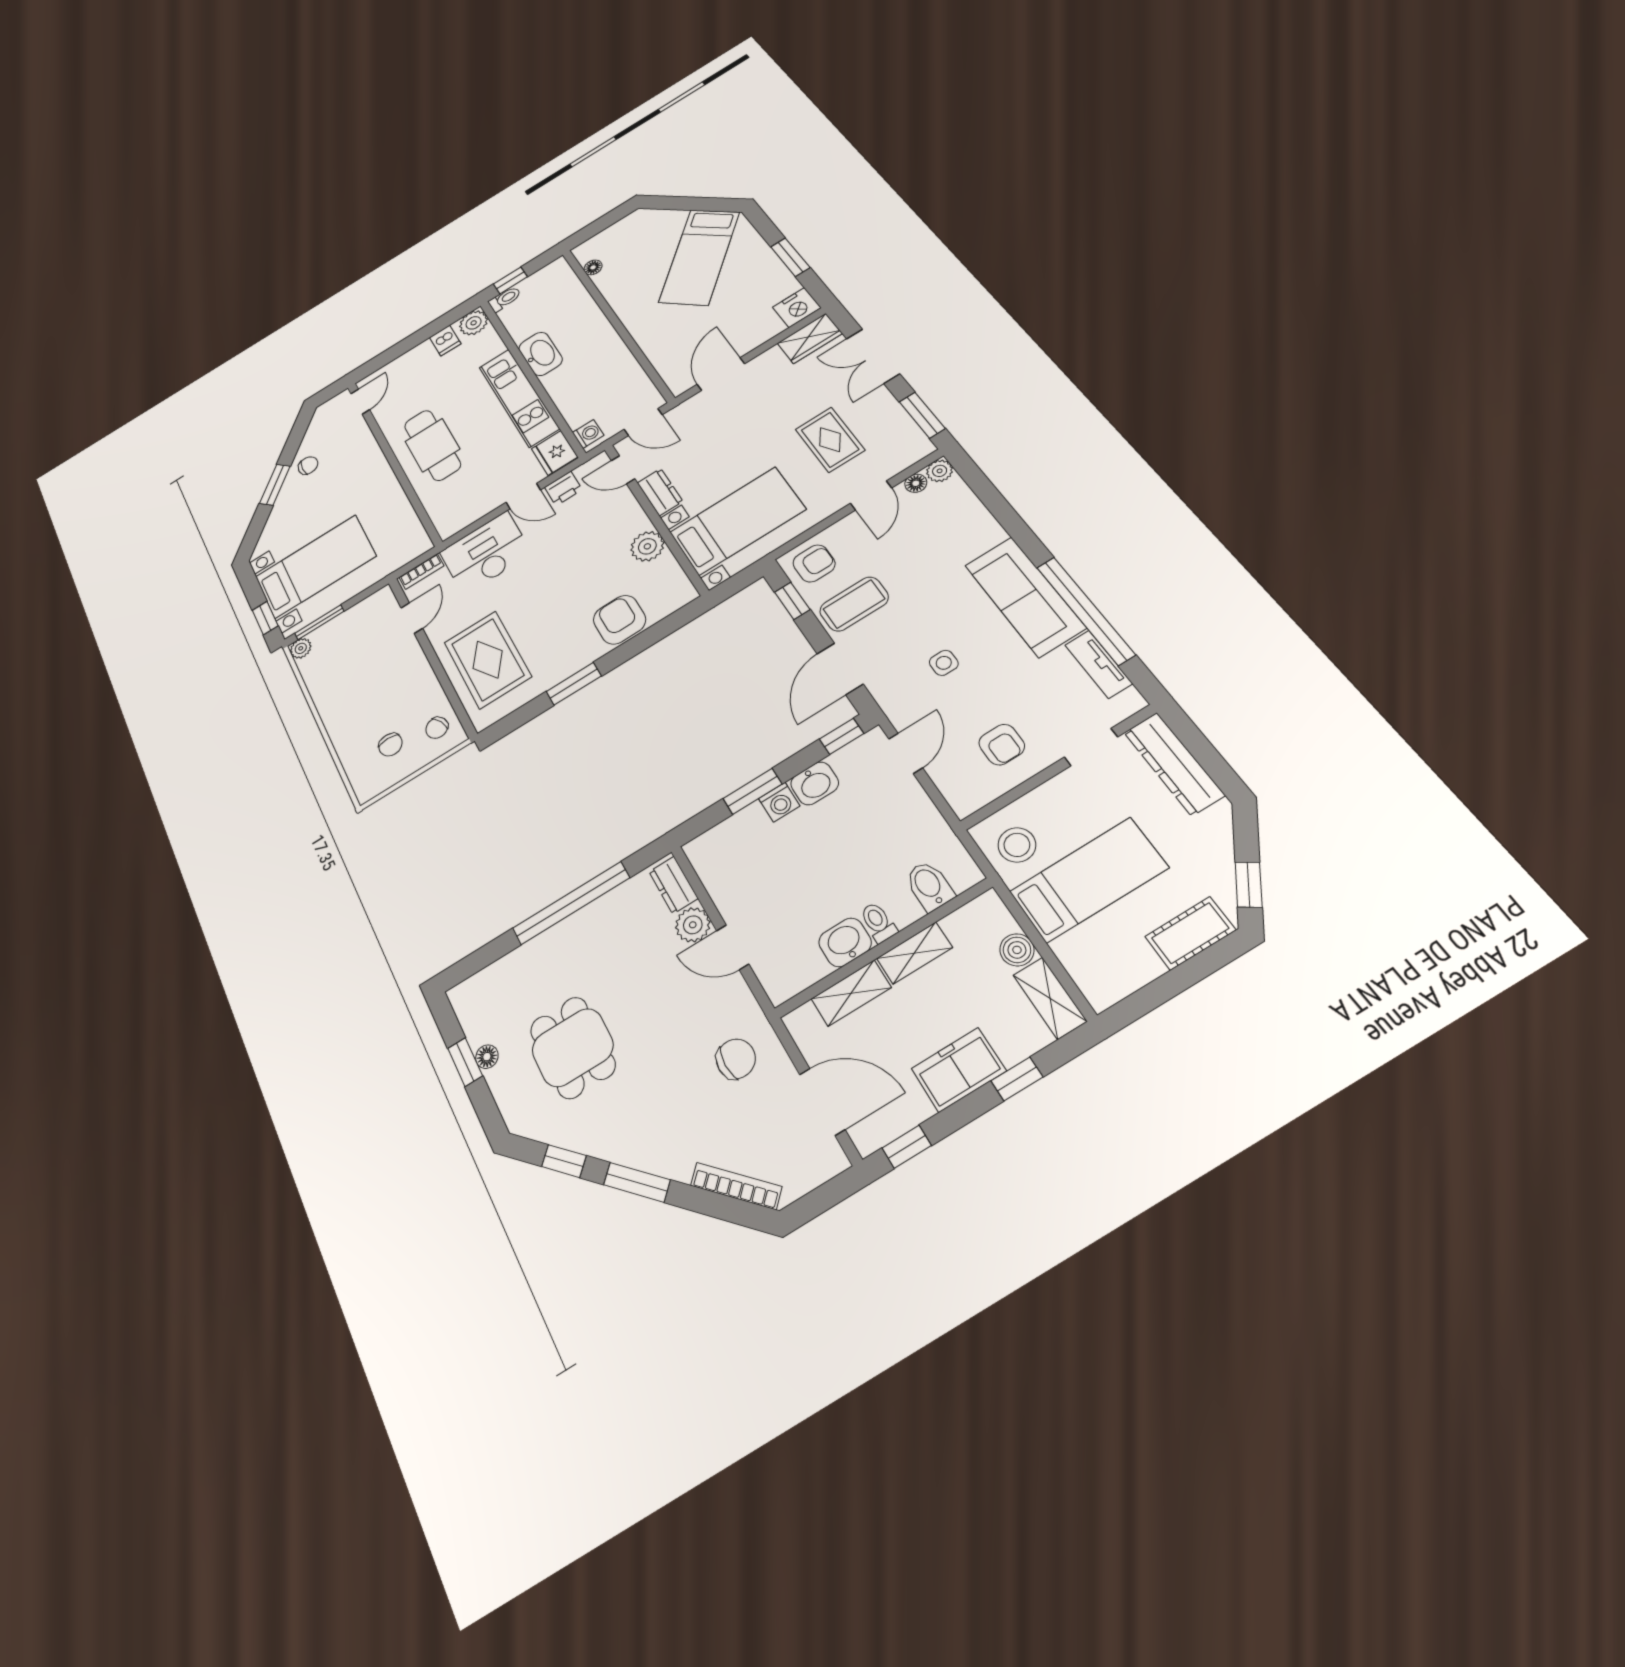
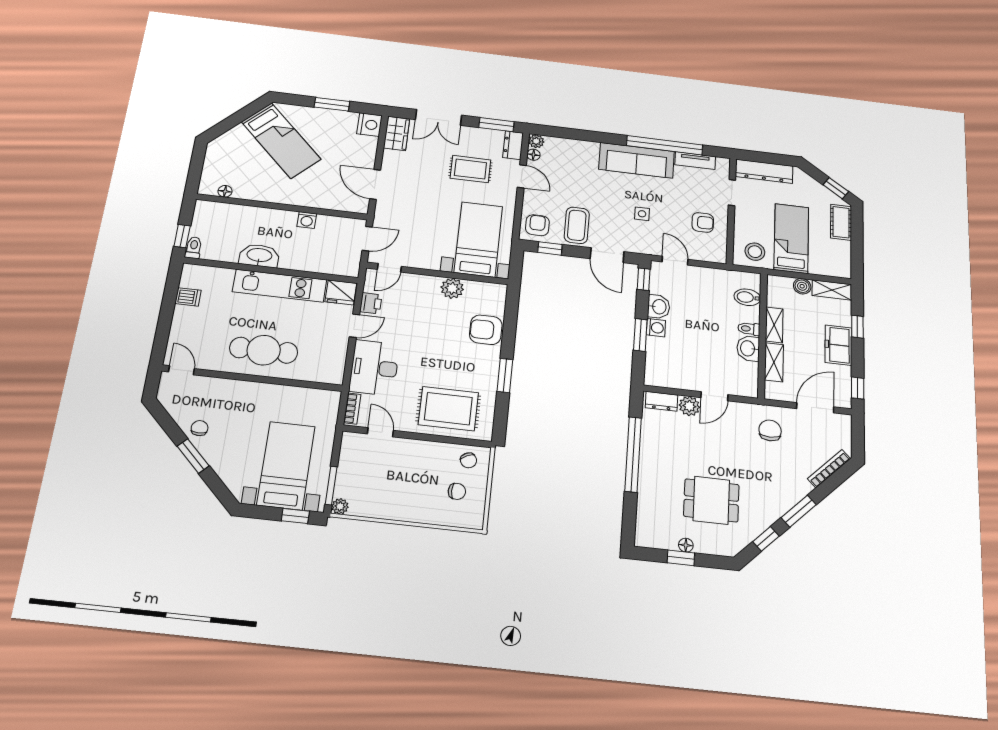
plant: (474, 323) -> (192, 274), removed
washing machine: (588, 434) -> (307, 220), moved, turned 180
dresser: (660, 492) -> (513, 145), moved, turned -90

